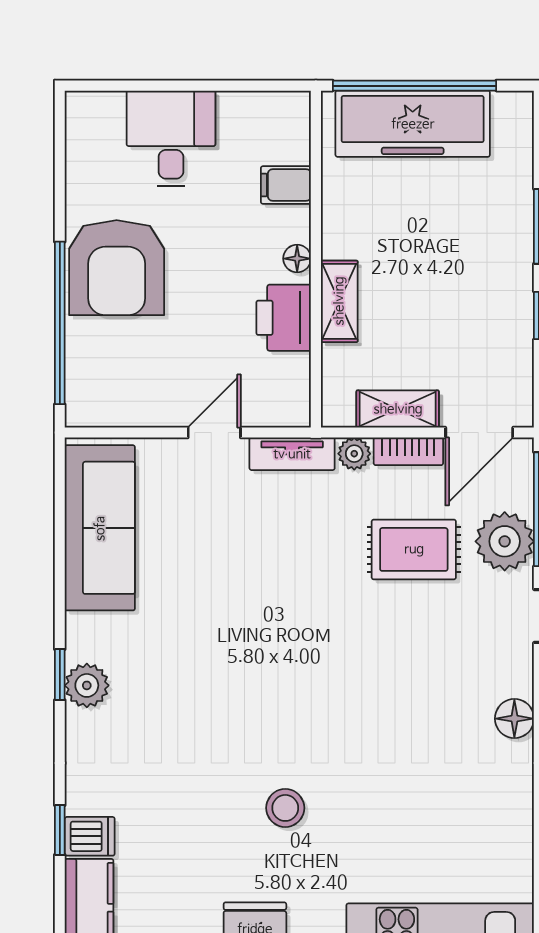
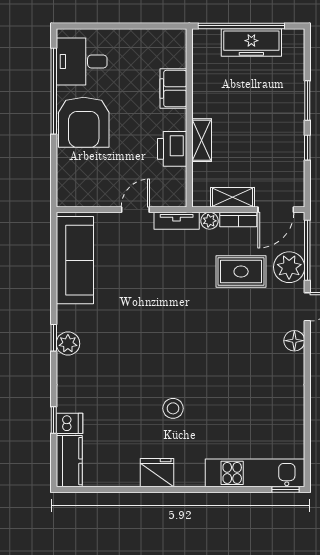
freezer: (413, 124) -> (251, 42), width x0.73, depth x0.79
desk: (171, 138) -> (82, 61), moved, turned -90
filing cabinet: (286, 185) -> (173, 89), width x2.00
floor lamp: (297, 259) -> (179, 117), removed
window: (60, 323) -> (54, 91), moved
floor lamp: (514, 719) -> (294, 341), moved

